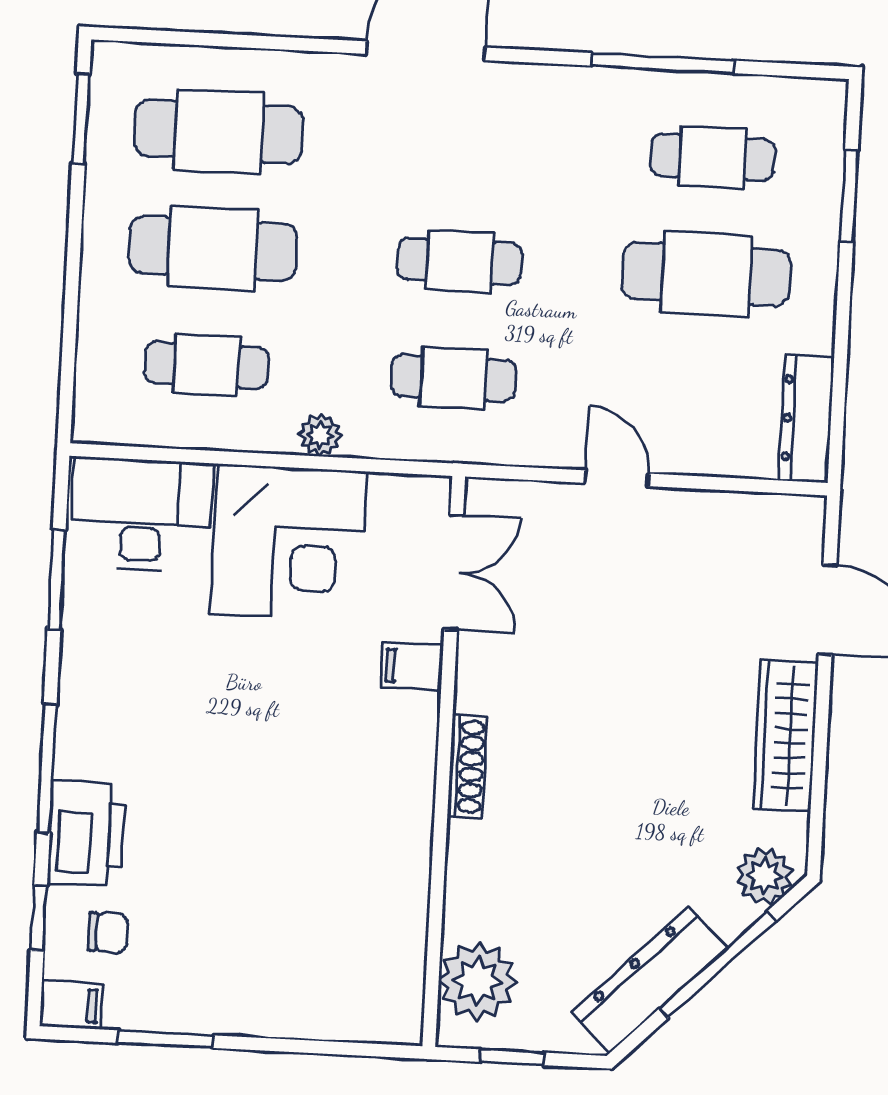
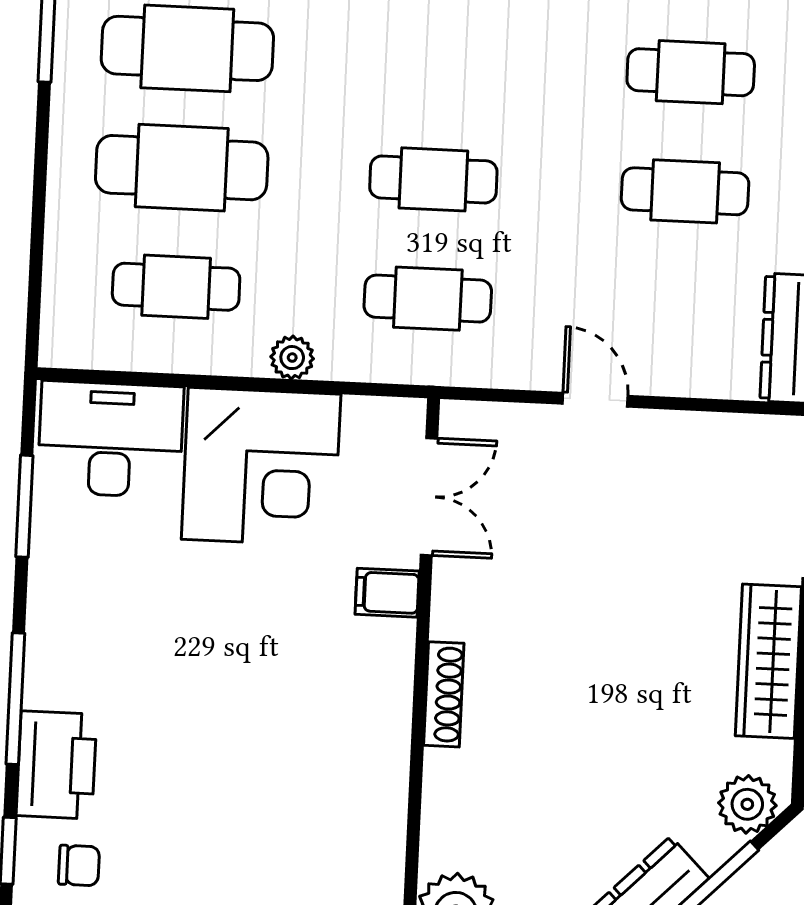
cafe table: (706, 274) -> (685, 191), width x0.73, depth x0.74

